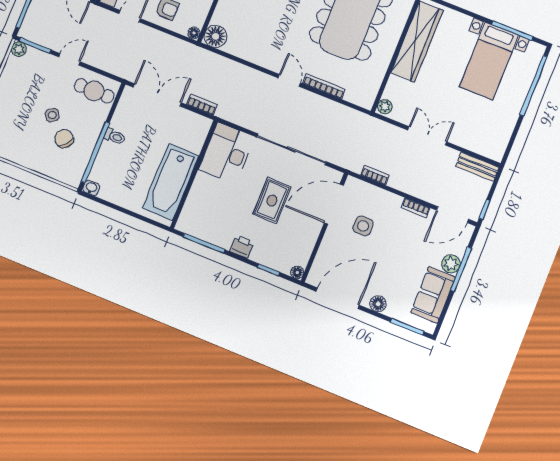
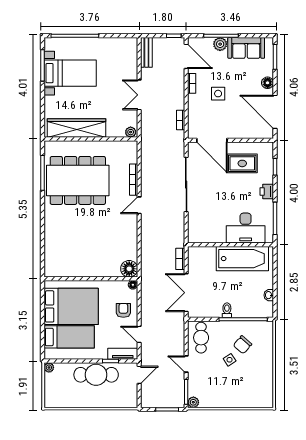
desk: (227, 153) -> (246, 228), moved
washbasin: (91, 188) -> (269, 295), moved
rug: (272, 201) -> (242, 163), moved
side table: (363, 226) -> (218, 94), moved
floor lamp: (297, 272) -> (269, 146), removed

